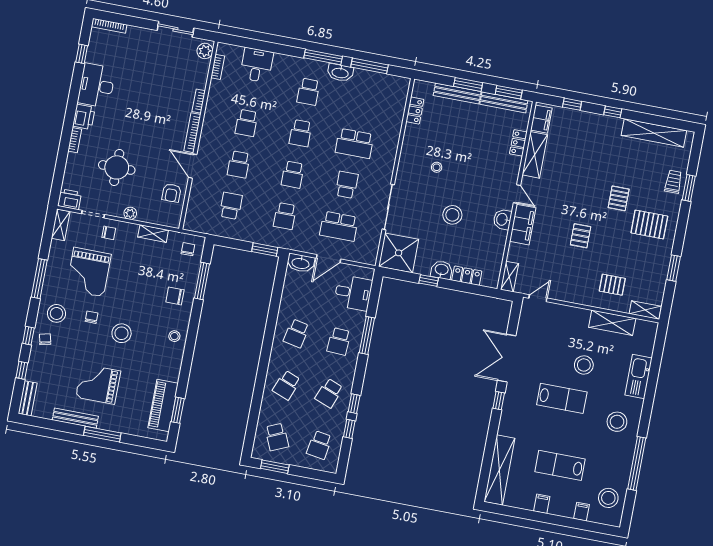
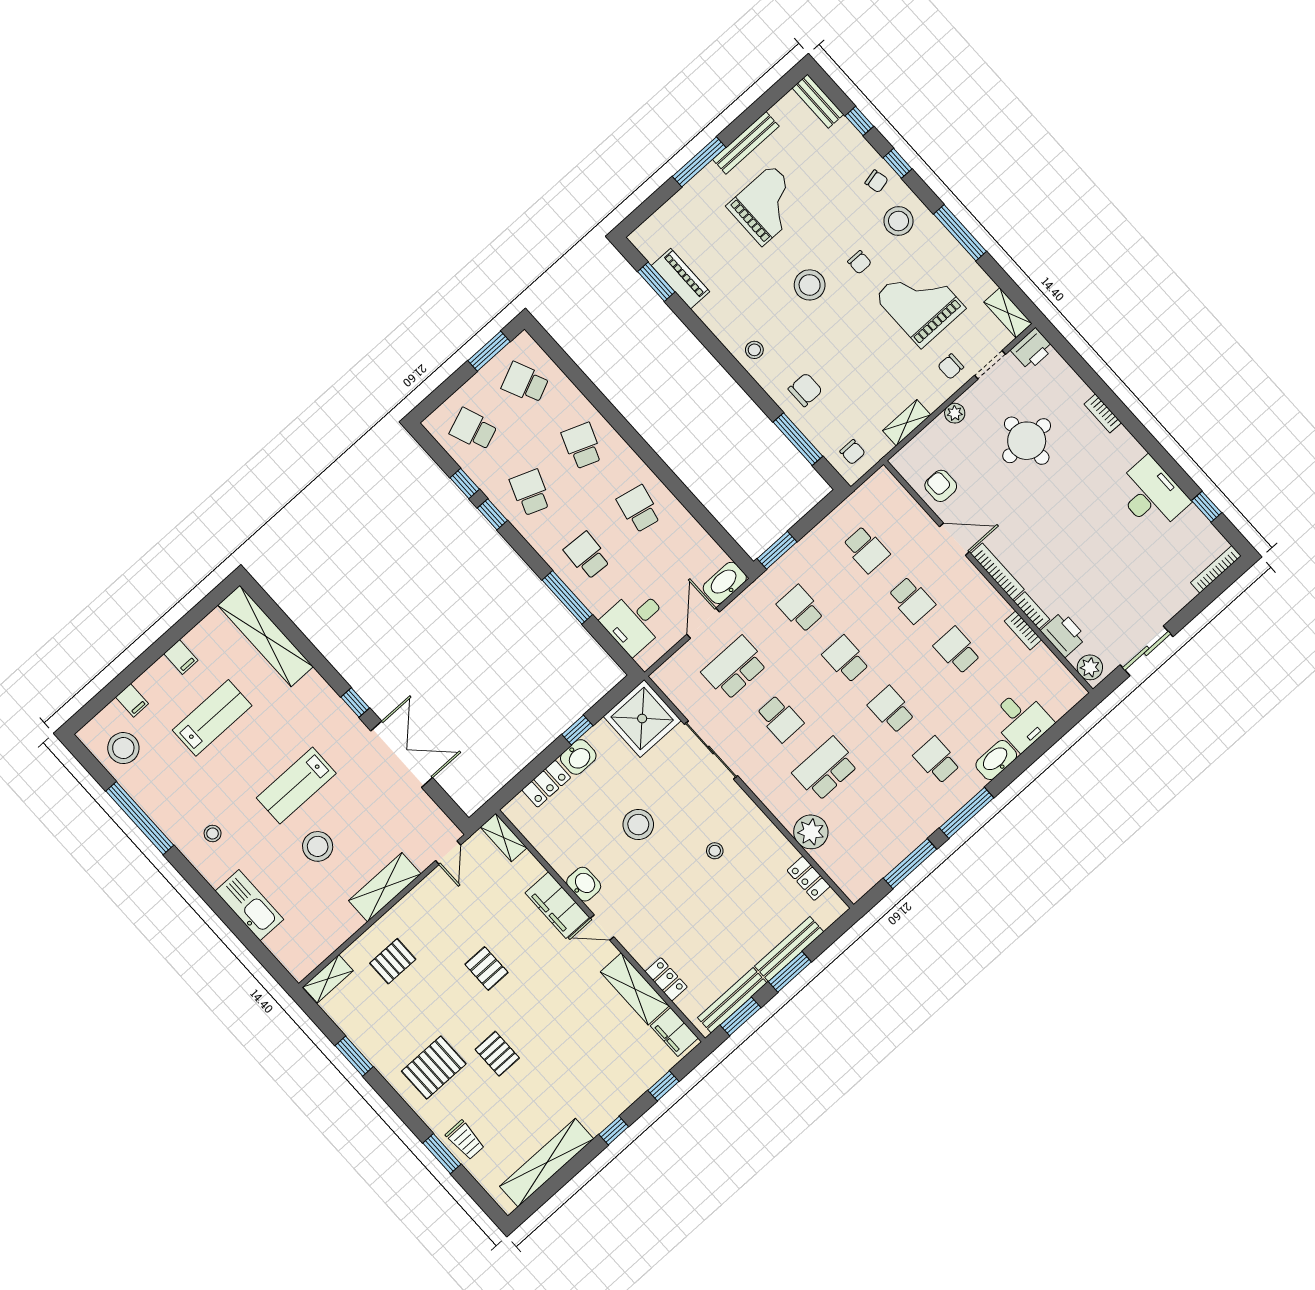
bookcase: (218, 67) -> (1023, 630), moved
washbasin: (340, 73) -> (996, 760), moved
printer: (84, 117) -> (1064, 634), moved, turned 180
plant: (391, 127) -> (811, 832), added
school desk: (239, 164) -> (912, 600), turned 180
shelving: (612, 323) -> (385, 887), moved
piano: (163, 405) -> (680, 279), width x0.73, depth x0.75
stool: (617, 422) -> (213, 834), width x0.53, depth x0.53
school desk: (319, 445) -> (473, 429), turned -30

